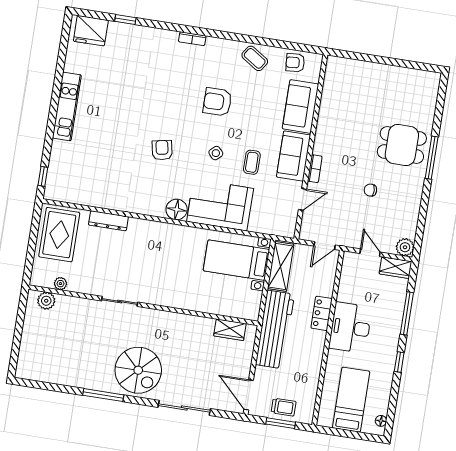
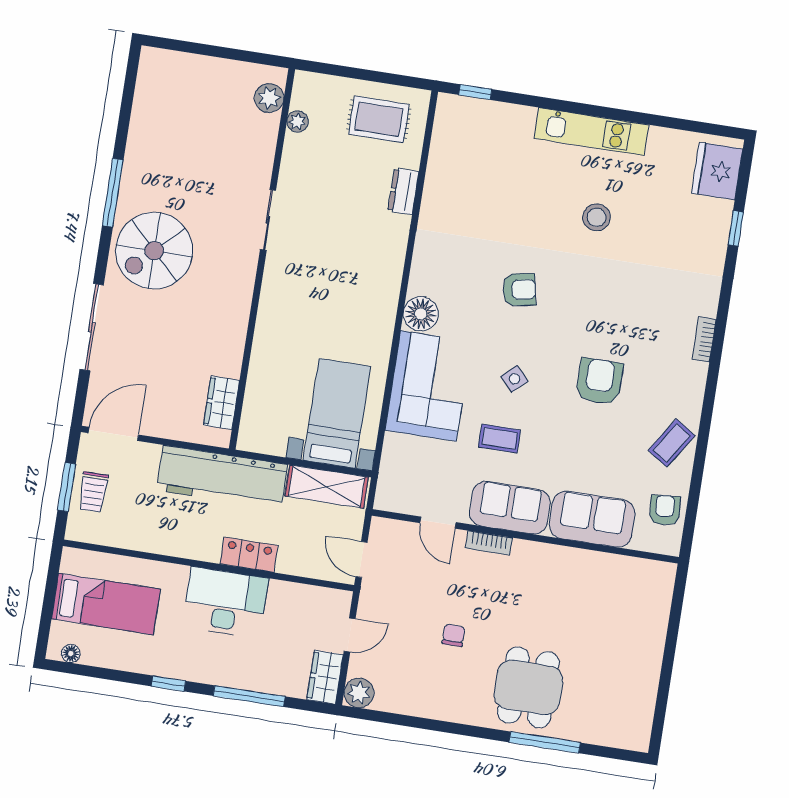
stool: (119, 103) -> (597, 217), added
window: (432, 158) -> (545, 742), moved
dresser: (108, 221) -> (403, 191), width x0.70
rug: (59, 235) -> (379, 119), width x0.73, depth x0.70

